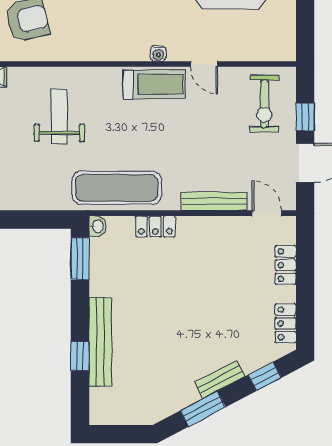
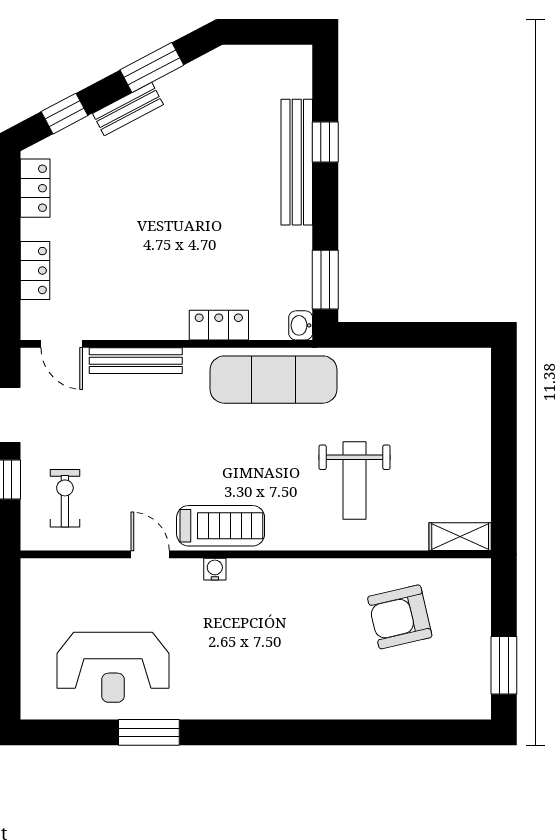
treadmill: (154, 84) -> (221, 526), turned 180
exercise bike: (264, 104) -> (65, 498), width x0.73, depth x0.72

